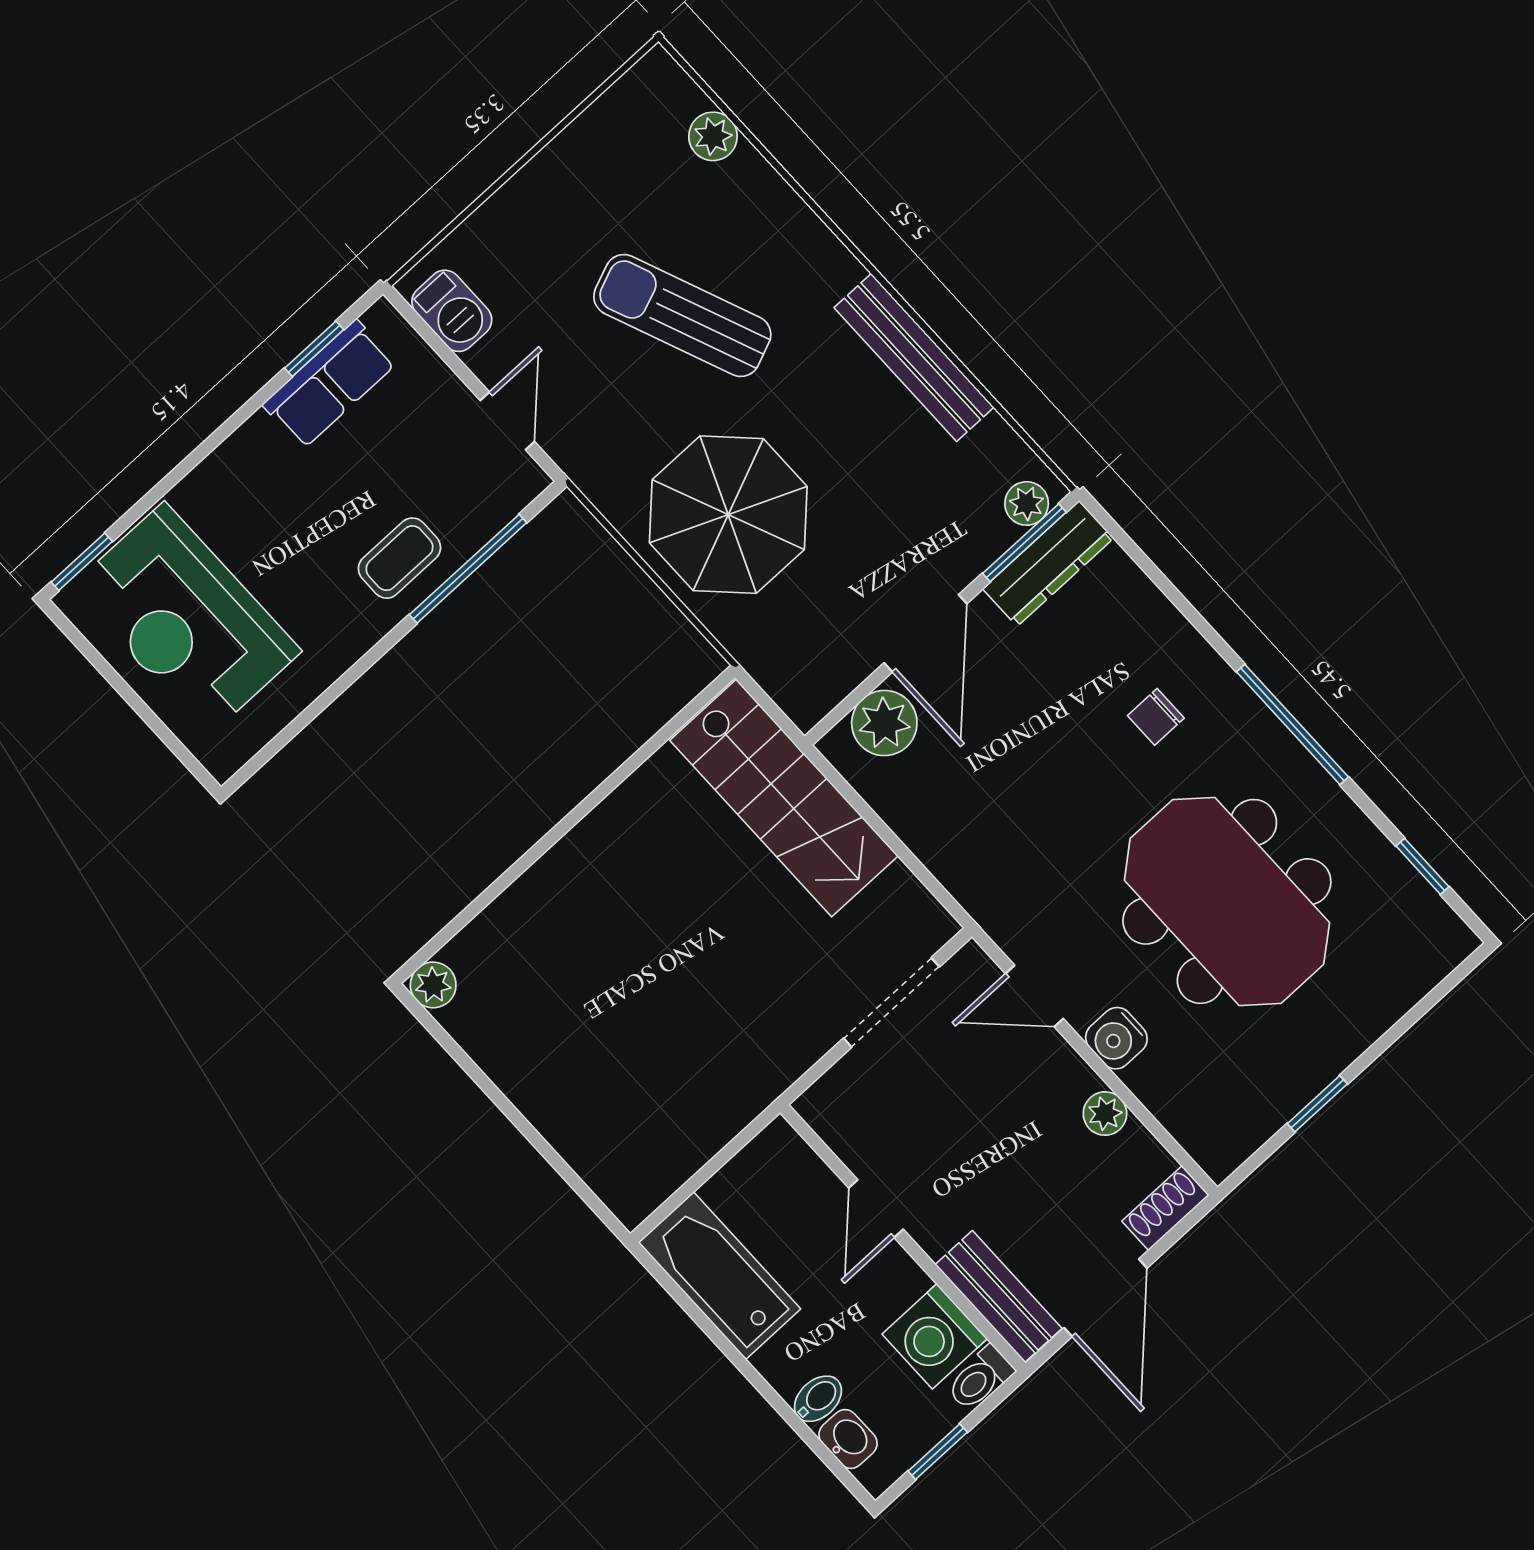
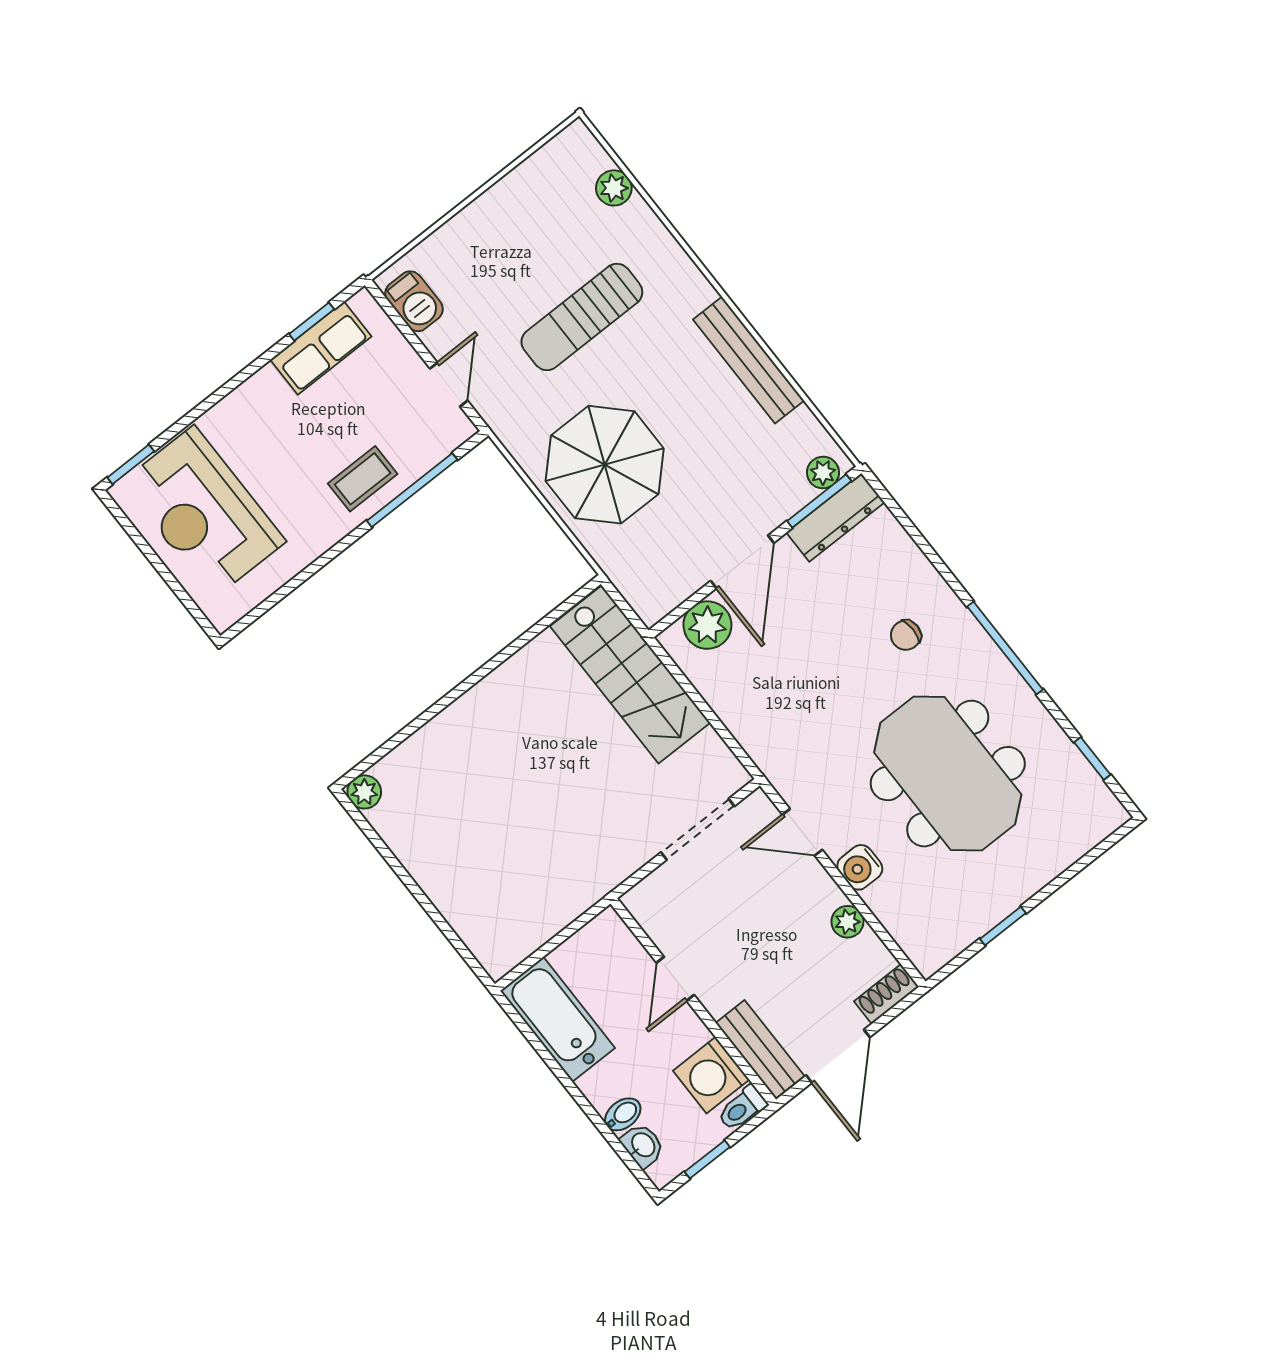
sun lounger: (682, 315) -> (582, 317), turned -68

